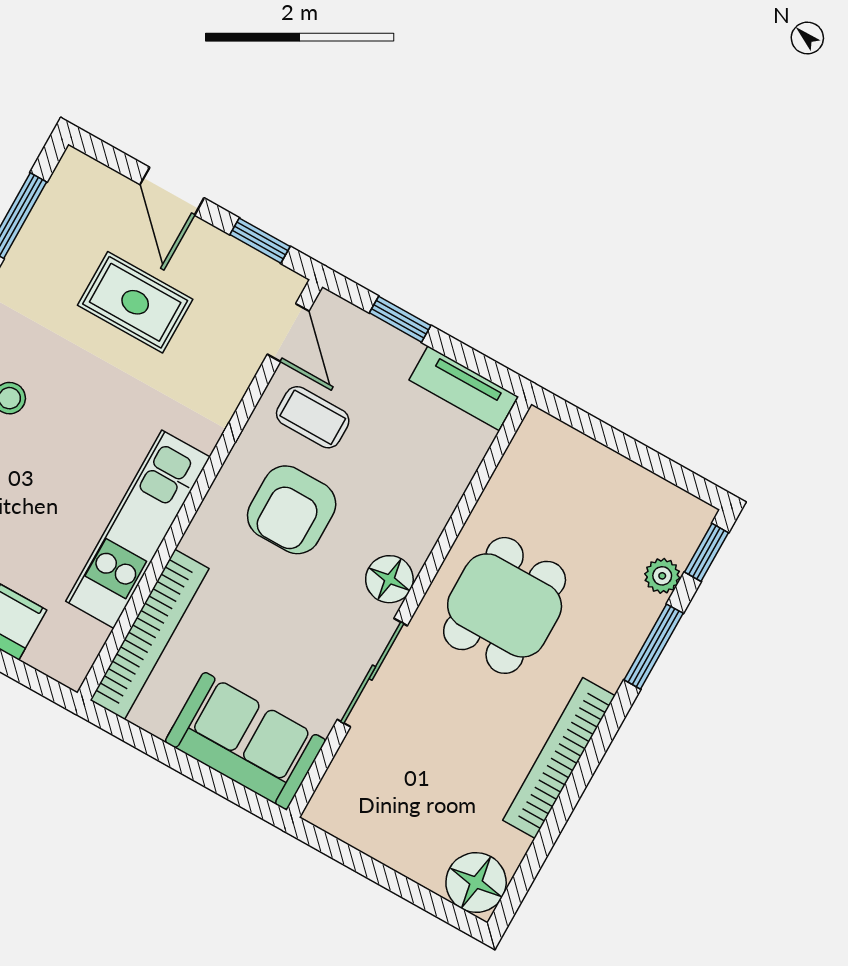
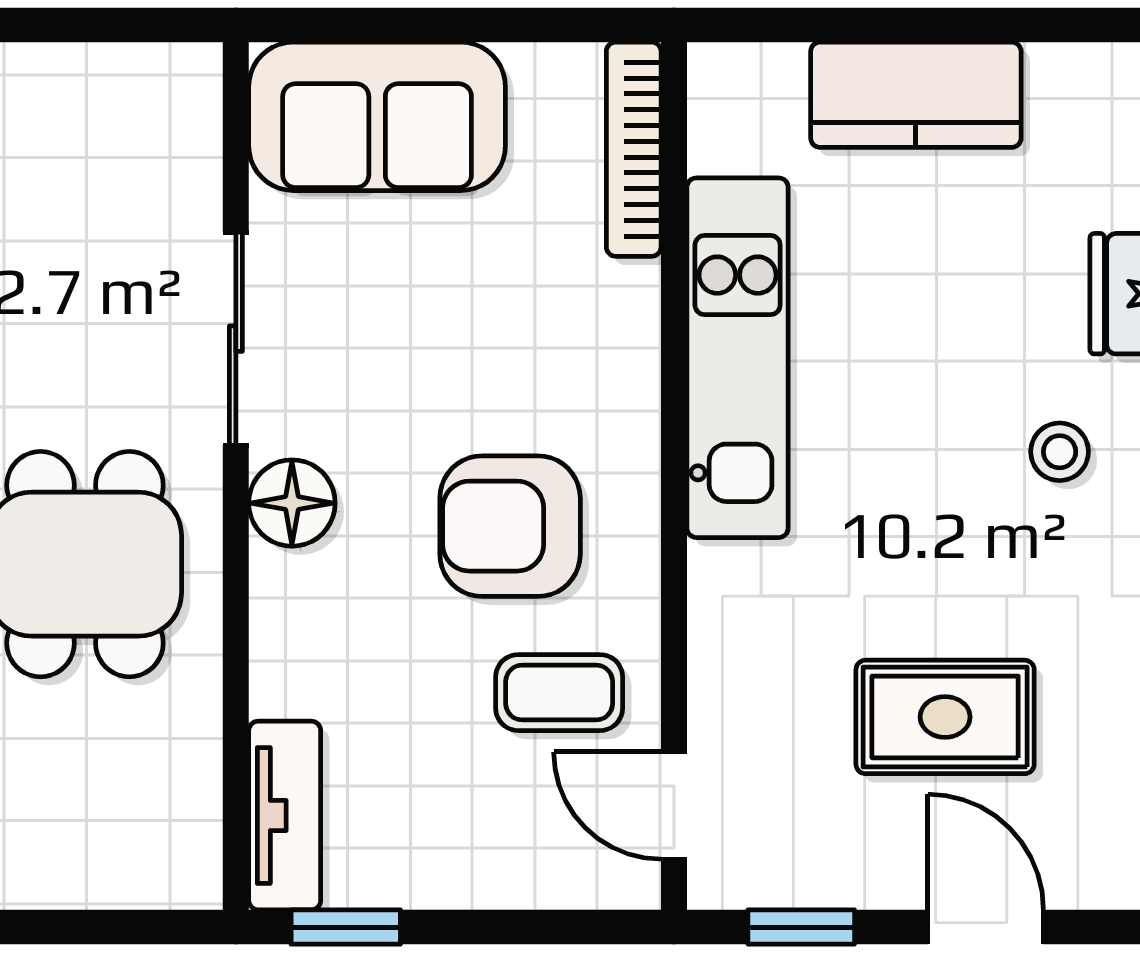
window: (400, 319) -> (346, 927), moved
tv unit: (463, 388) -> (285, 816), moved, turned 90
armchair: (292, 510) -> (510, 526), turned -90
bookcase: (150, 634) -> (634, 149), width x0.68, depth x0.76

